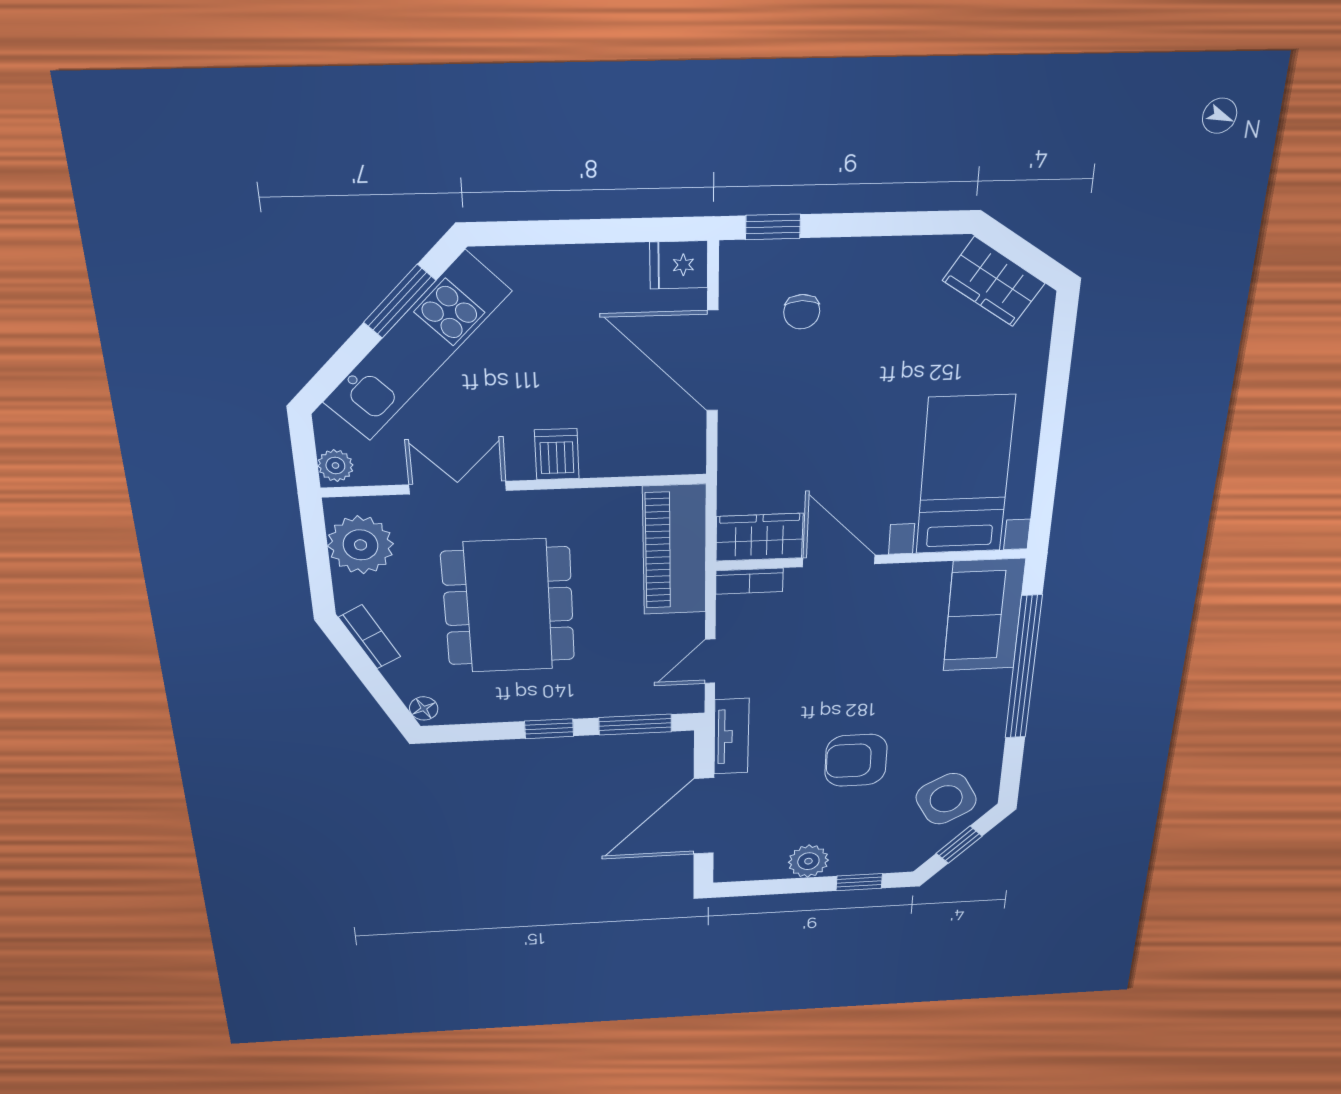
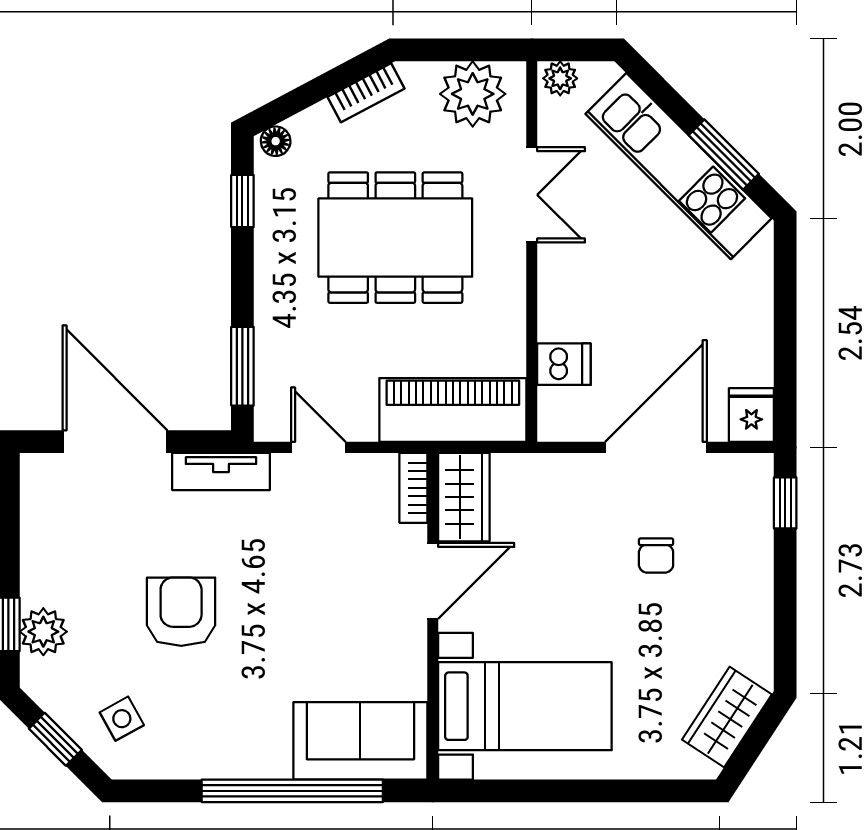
chair: (802, 312) -> (656, 556), moved, turned -90
dishwasher: (557, 454) -> (564, 364), moved
window: (549, 729) -> (242, 201), moved
side table: (946, 799) -> (122, 719), width x0.54, depth x0.54
plant: (808, 861) -> (43, 632), moved

